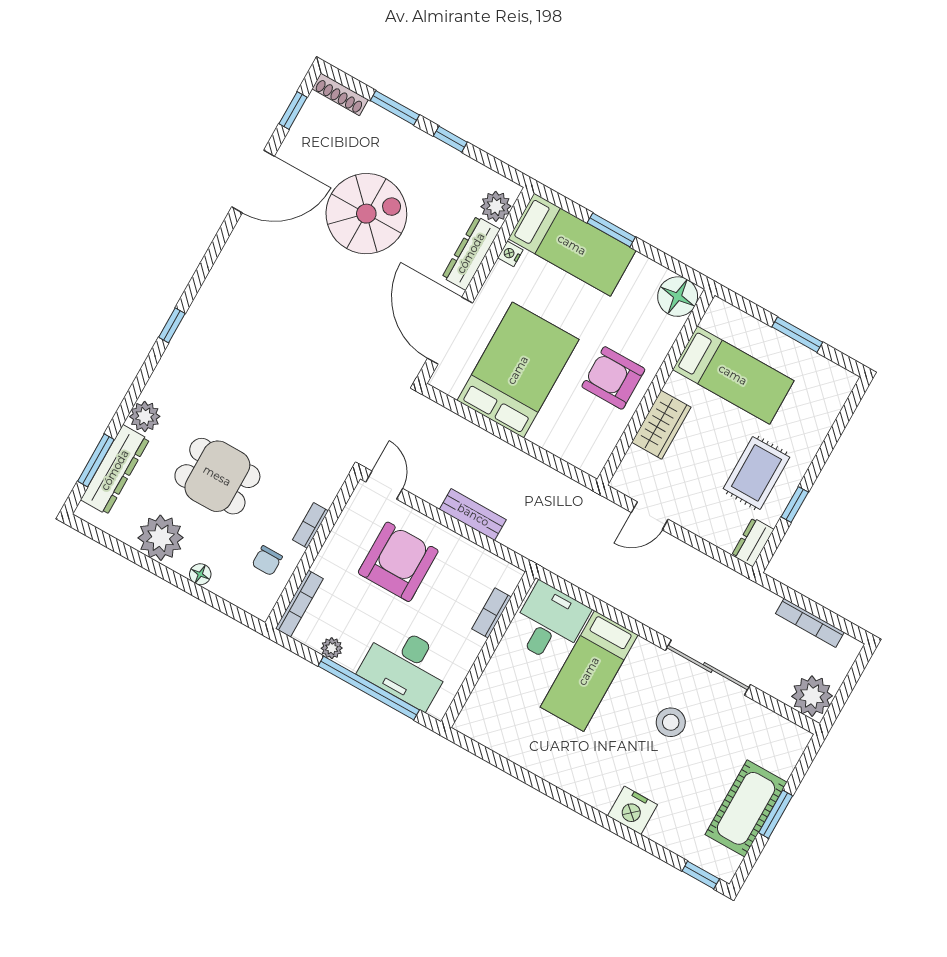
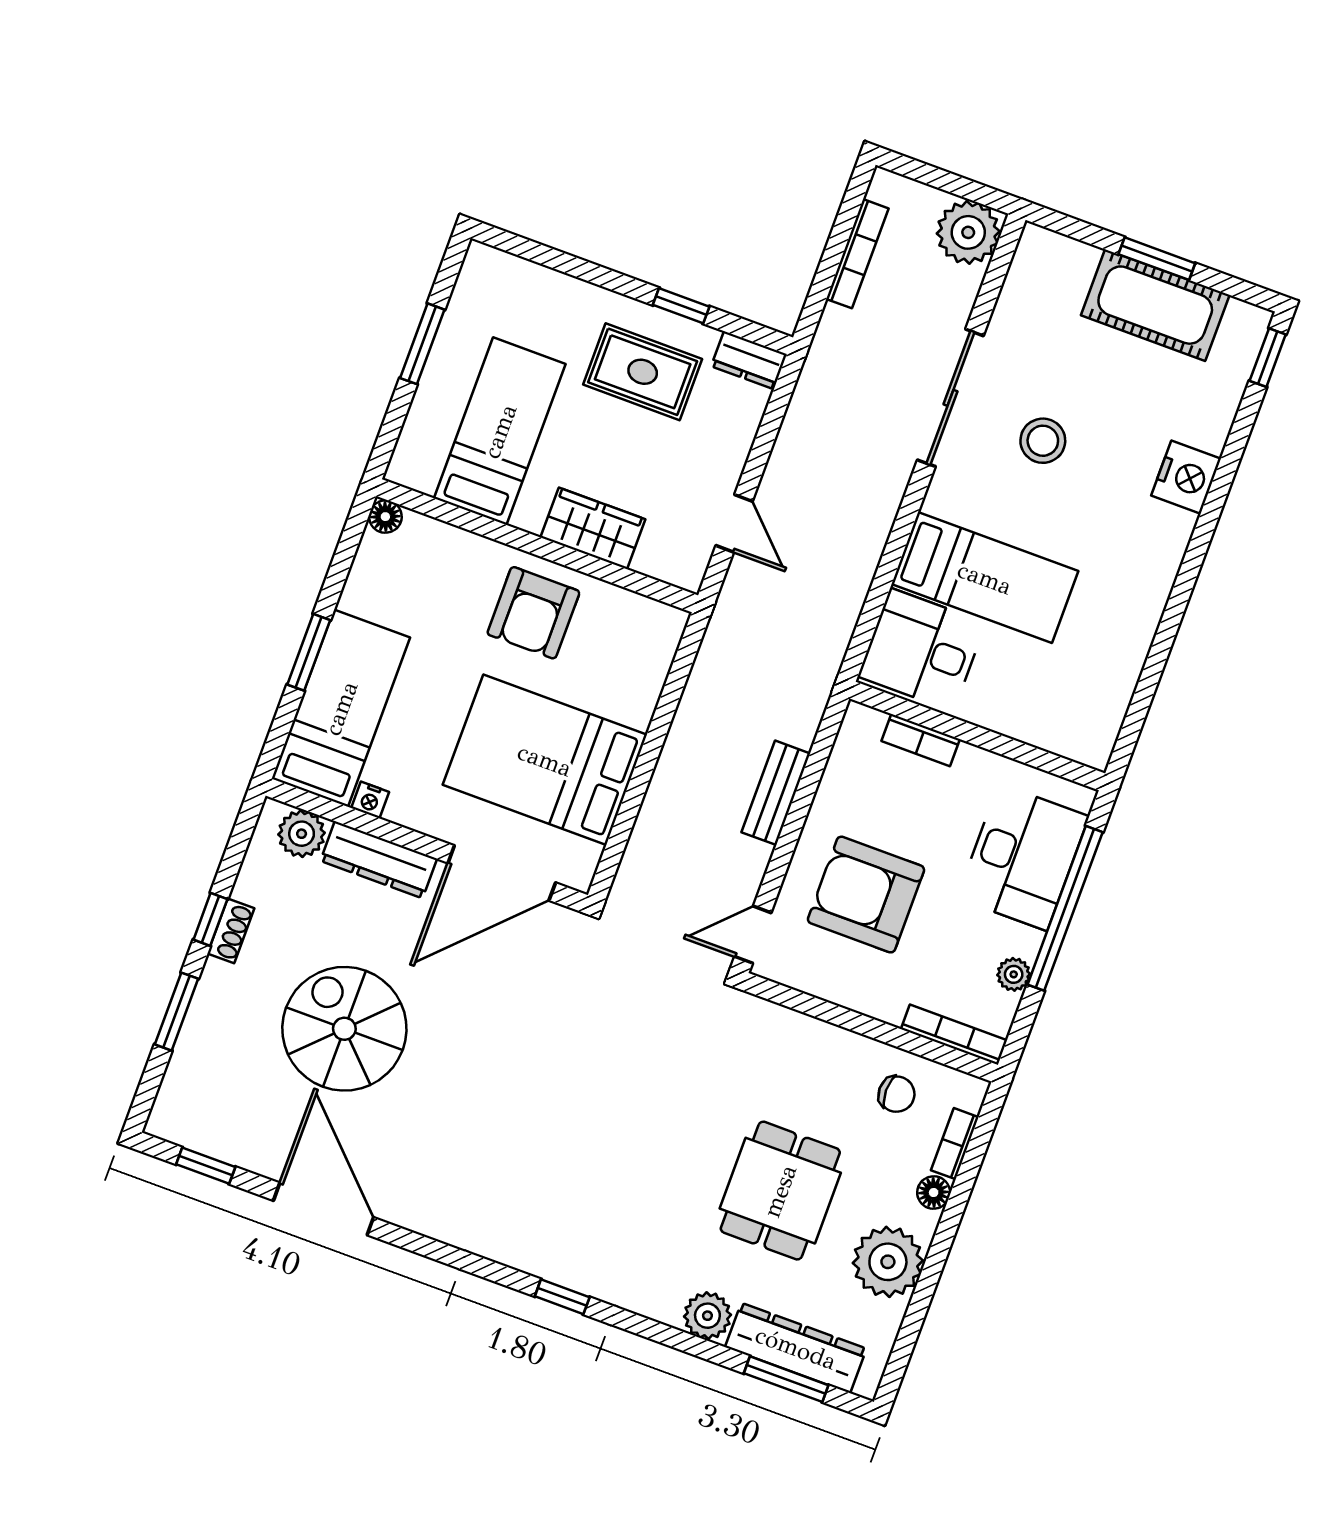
shoe rack: (340, 94) -> (231, 931), moved, width x0.70
floor lamp: (678, 297) -> (385, 517), width x0.53, depth x0.53
bookcase: (310, 525) -> (955, 1144), moved, turned 90

